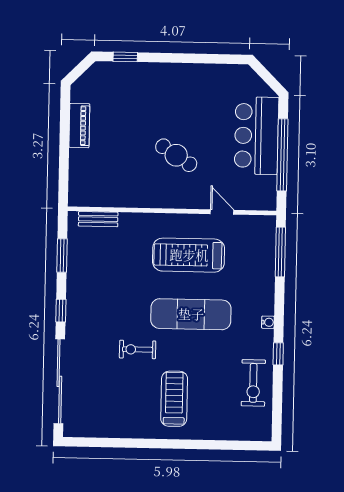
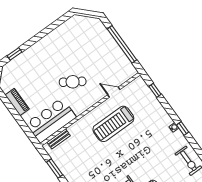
bar counter: (257, 136) -> (51, 120), moved, turned 90
window: (280, 252) -> (155, 90), width x0.46
exercise mat: (191, 314) -> (135, 151), removed
window: (278, 354) -> (183, 128), moved

